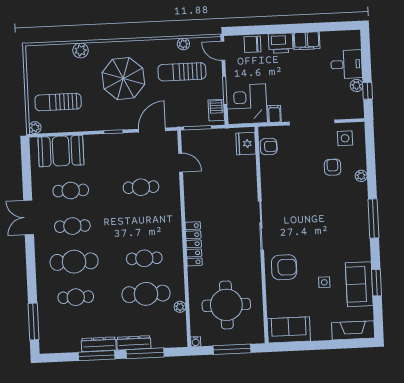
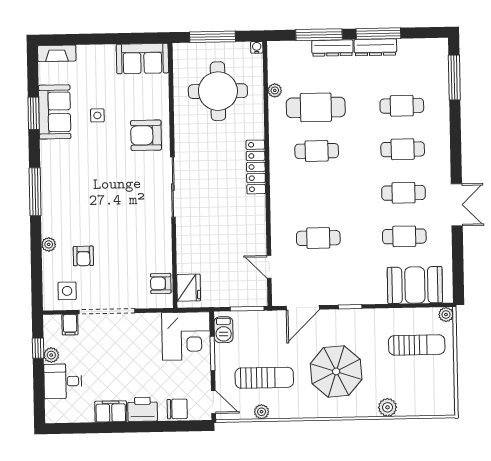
filing cabinet: (274, 114) -> (70, 325), moved
cafe table: (74, 262) -> (403, 149), width x0.73, depth x0.74
fireplace: (353, 330) -> (57, 53), width x0.73, depth x0.76

